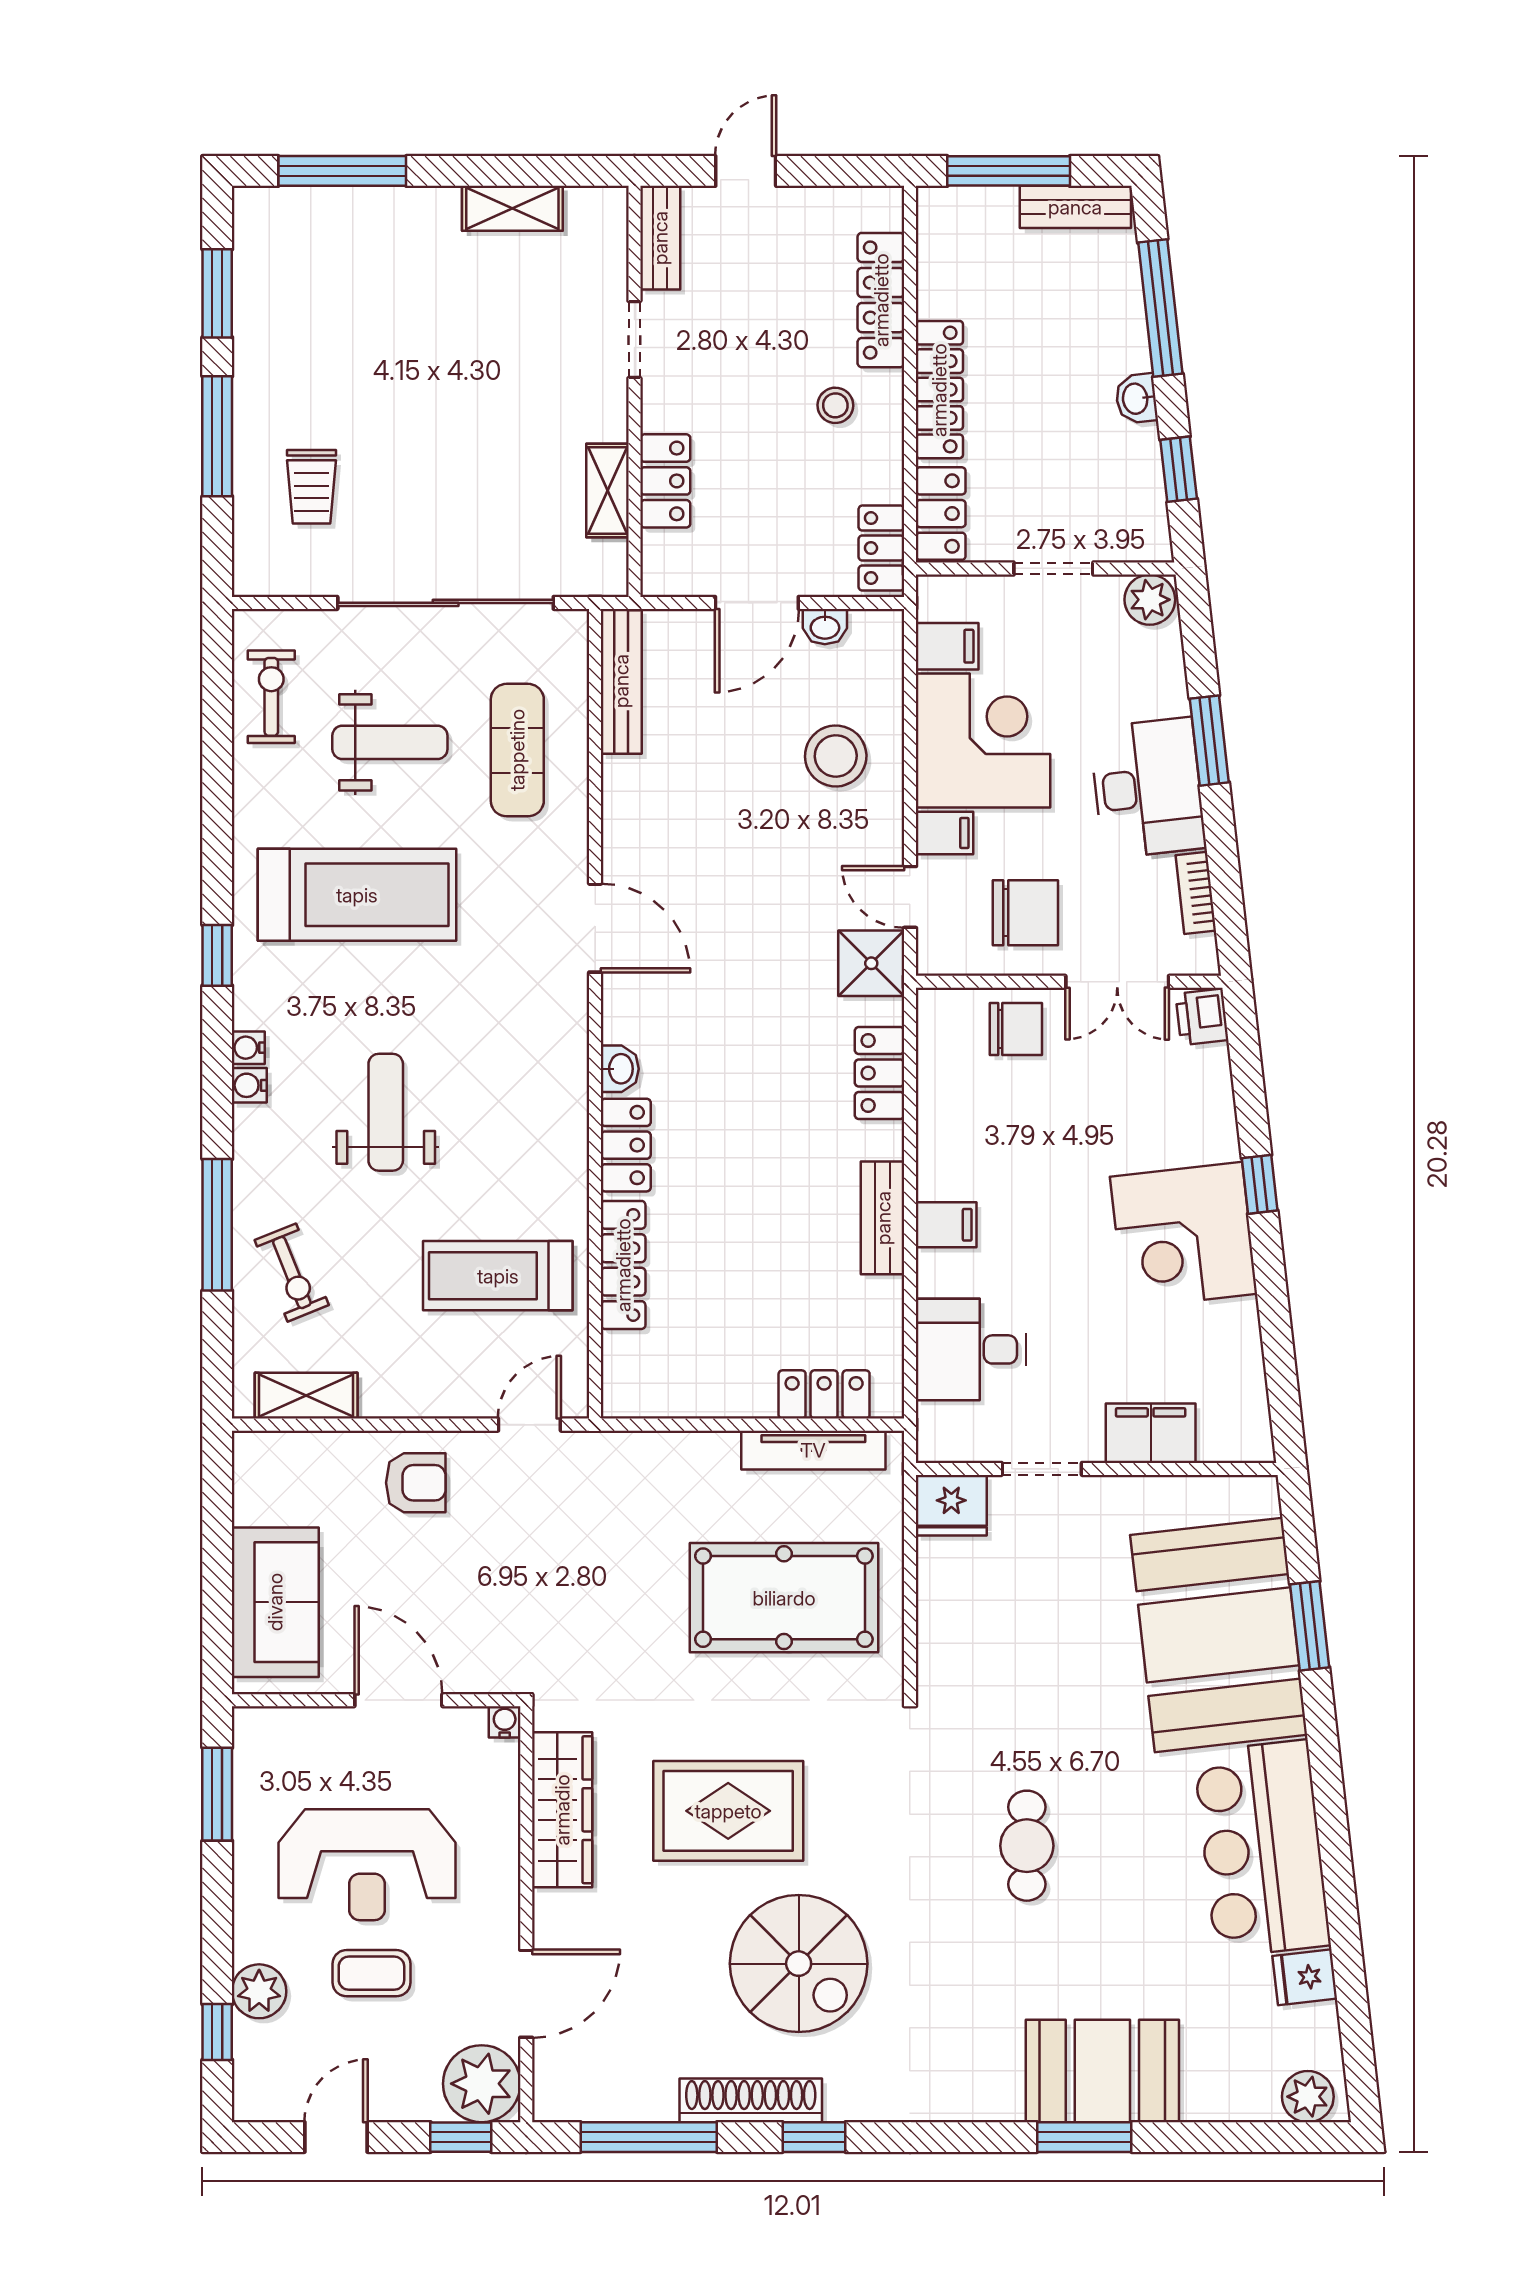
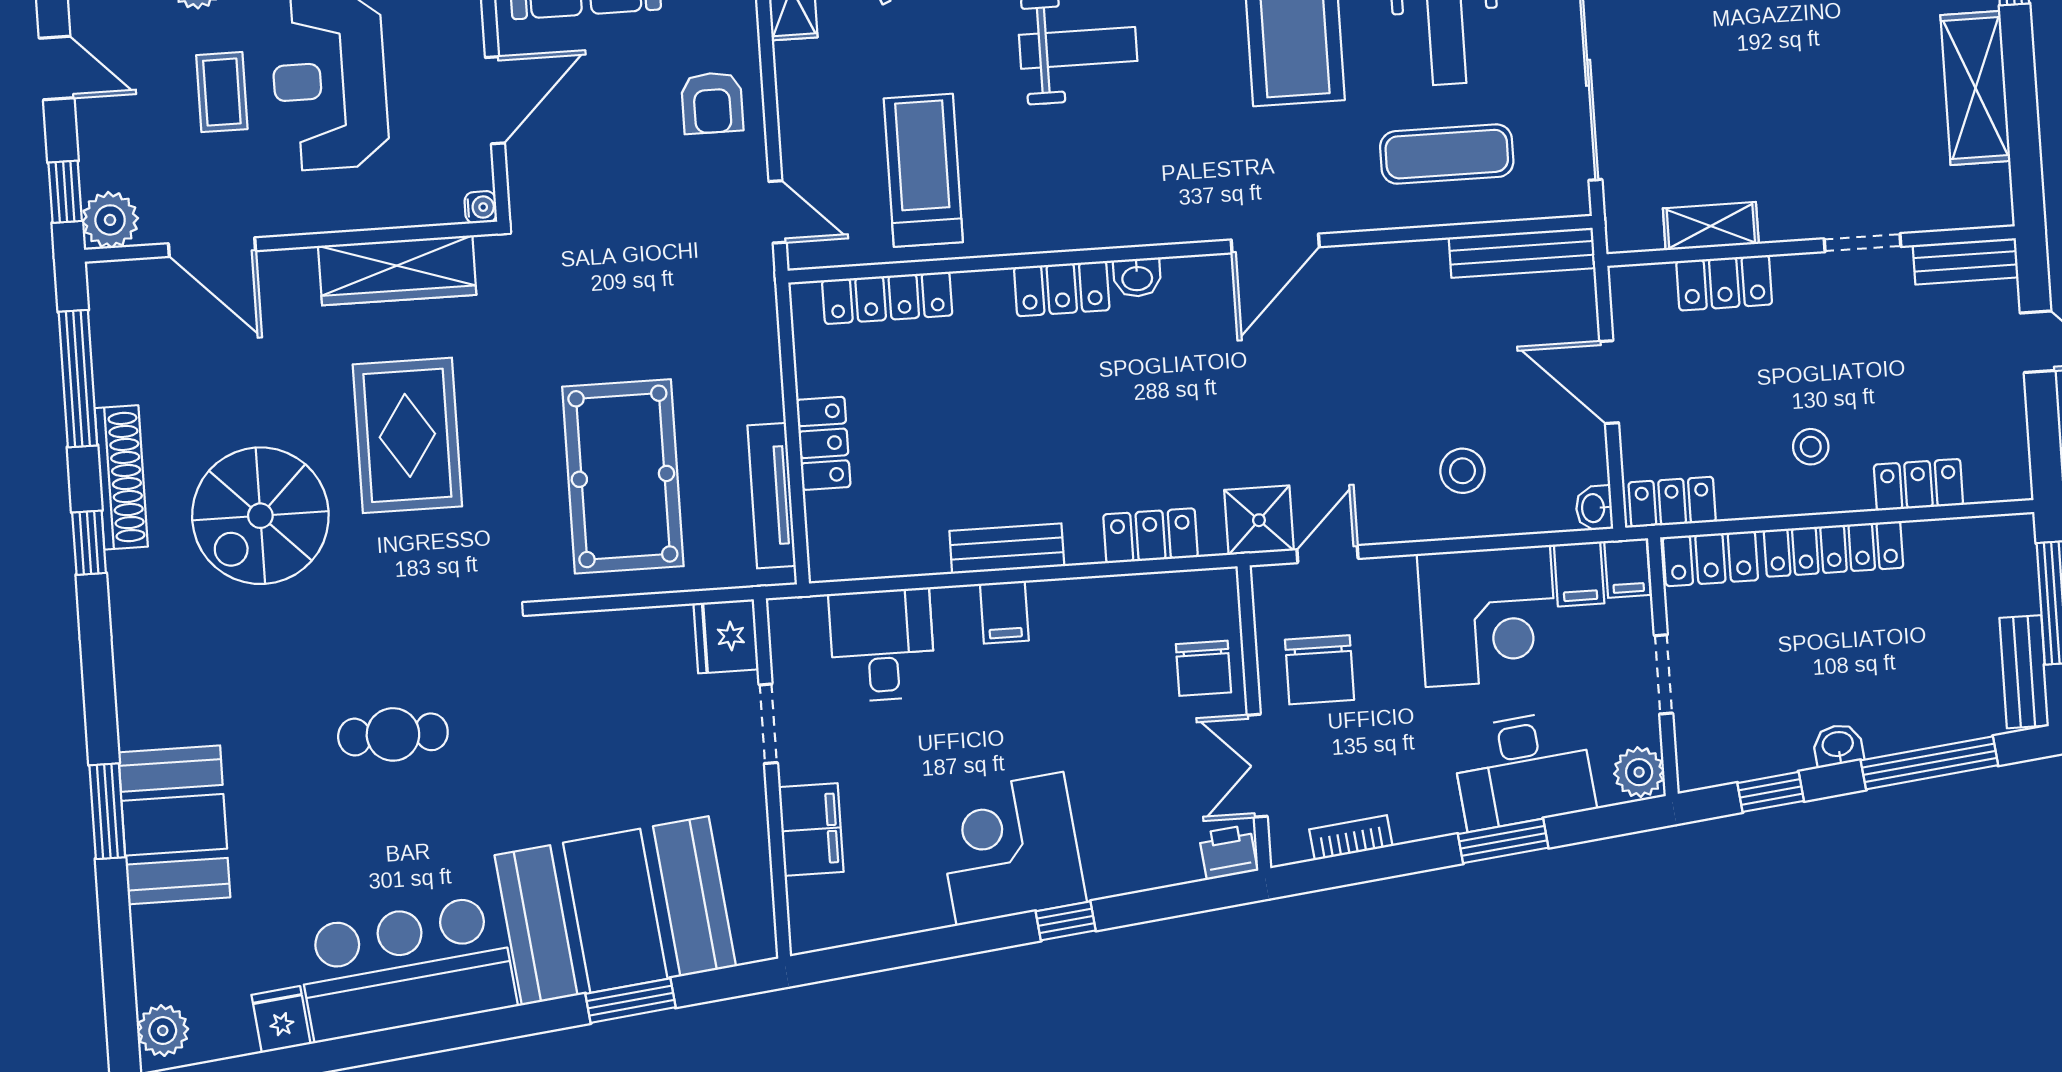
shelving: (512, 208) -> (1975, 88), width x1.50, depth x1.33
locker: (881, 300) -> (1918, 485), width x0.66
washbasin: (825, 627) -> (1594, 508), moved
stool: (836, 756) -> (1462, 471), width x0.73, depth x0.73
desk: (1148, 788) -> (1523, 770), moved
filing cabinet: (944, 833) -> (1627, 568), moved
locker: (623, 1265) -> (887, 298), moved
locker: (824, 1394) -> (823, 443), moved
plant: (482, 2084) -> (110, 220), width x0.73, depth x0.73

